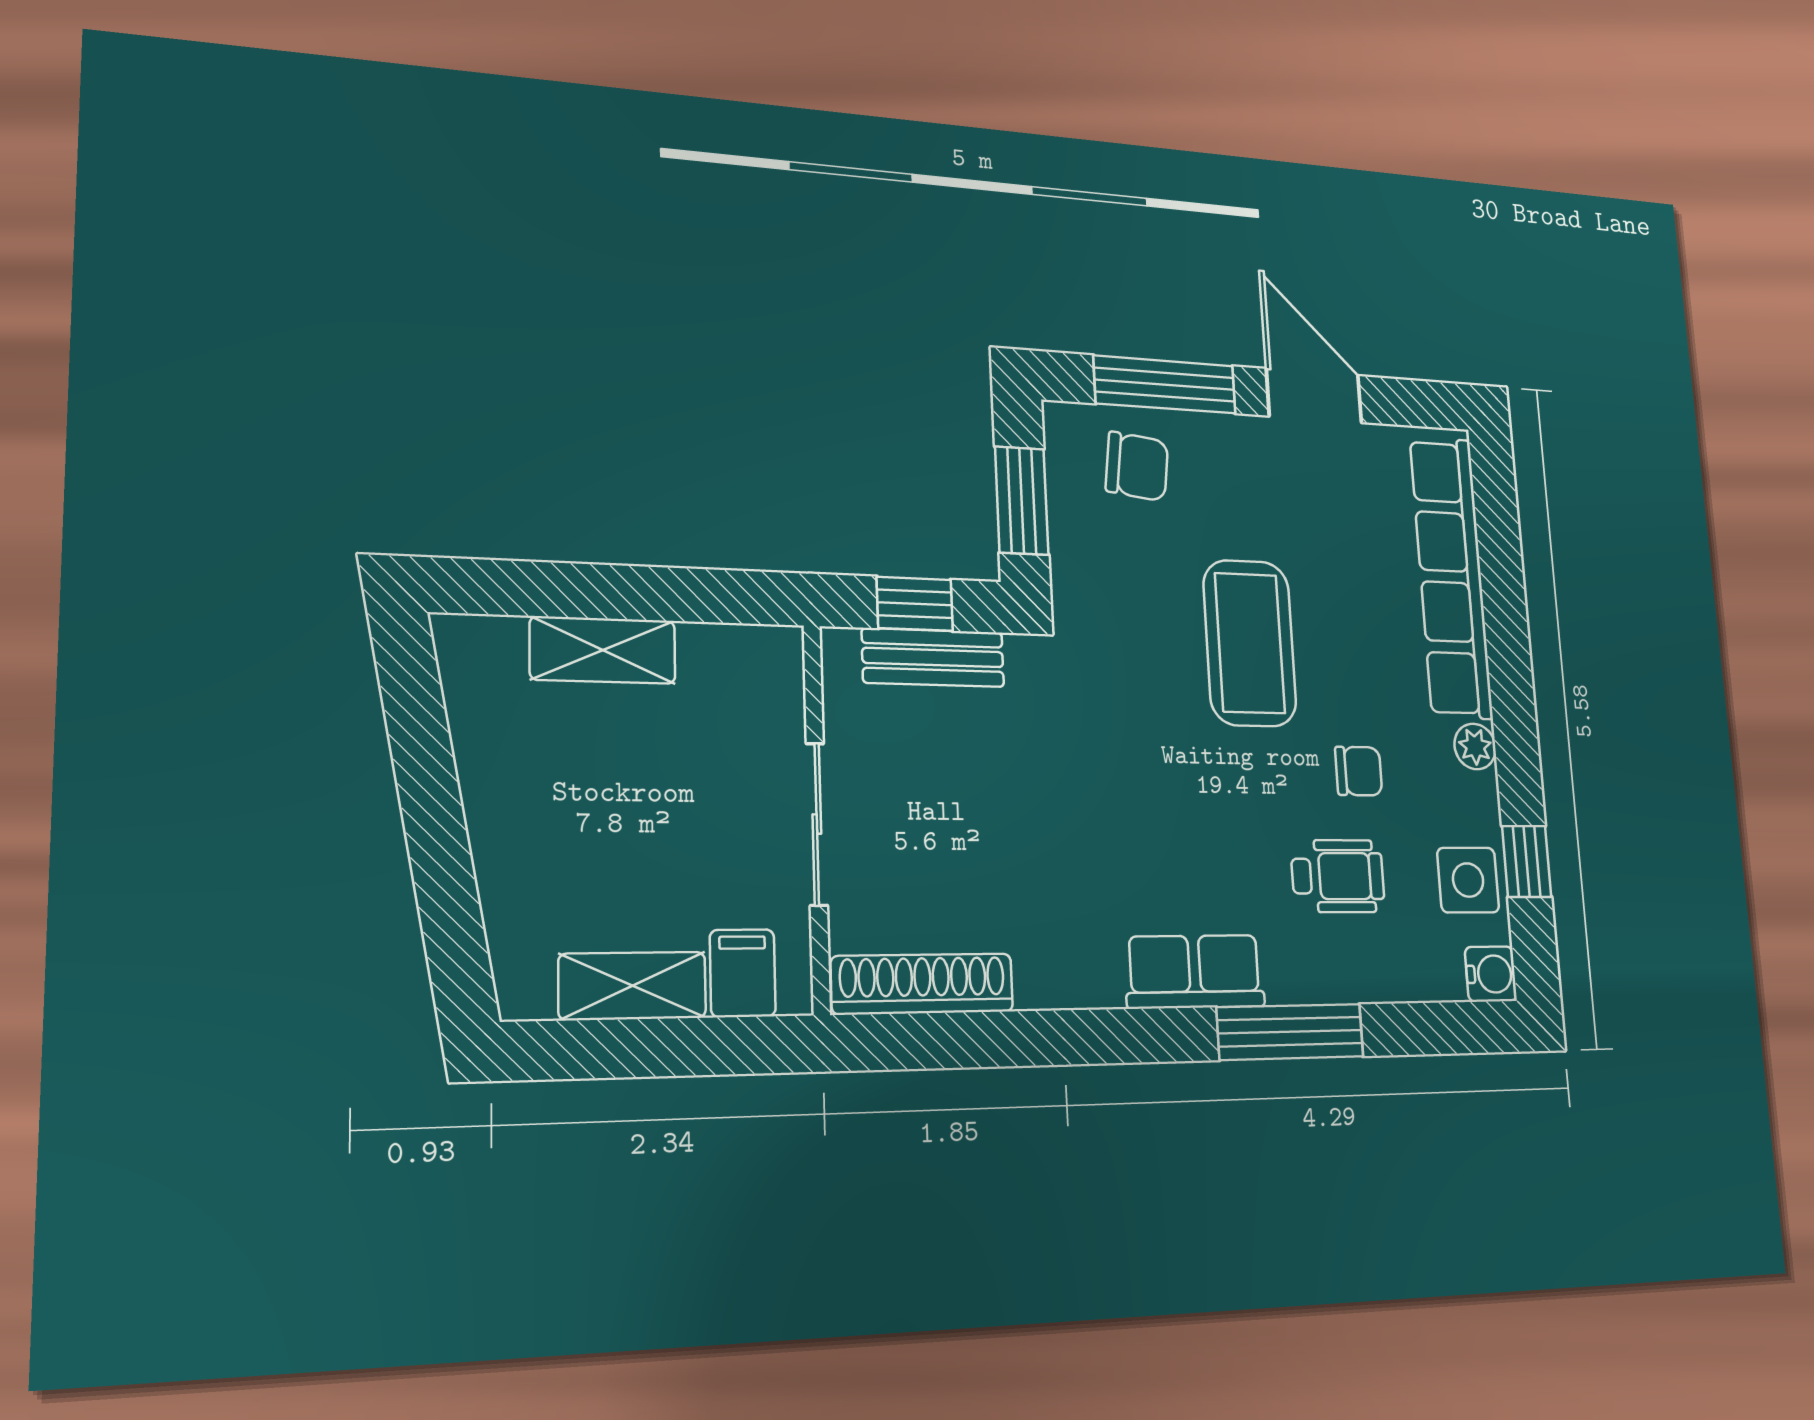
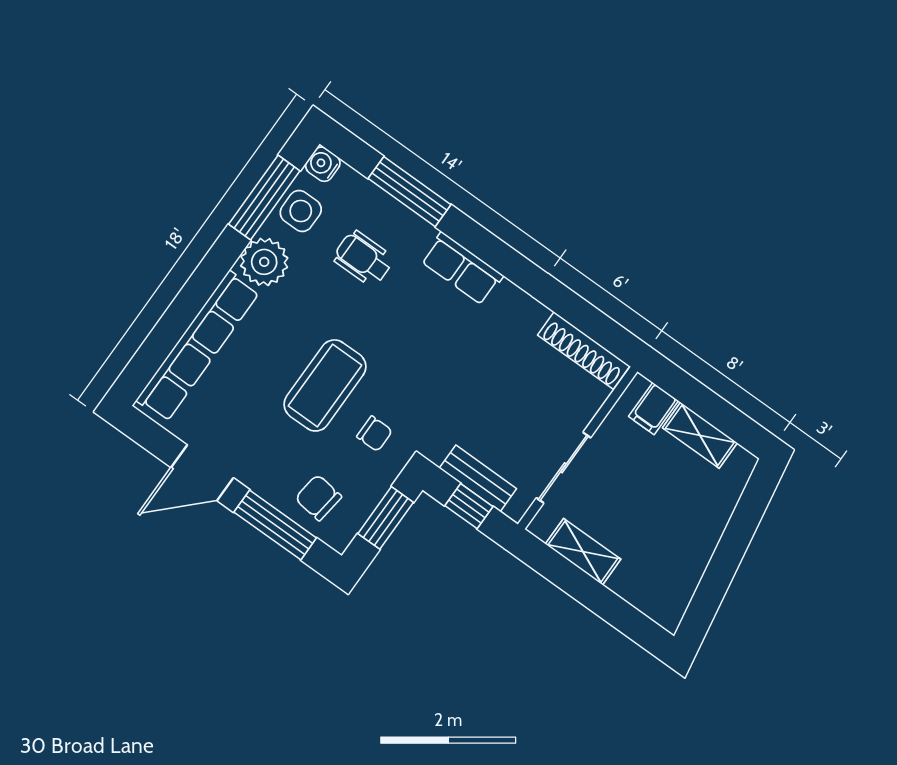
door: (1314, 396) -> (202, 473), hinge flipped
shelving: (603, 650) -> (583, 552), moved
plant: (1475, 746) -> (264, 262), width x1.87, depth x1.87
chair: (1359, 771) -> (375, 434), moved, turned 180
sliding door: (817, 824) -> (563, 468), moved
window: (1527, 861) -> (264, 197), width x2.17
window: (1290, 1032) -> (410, 192), moved

